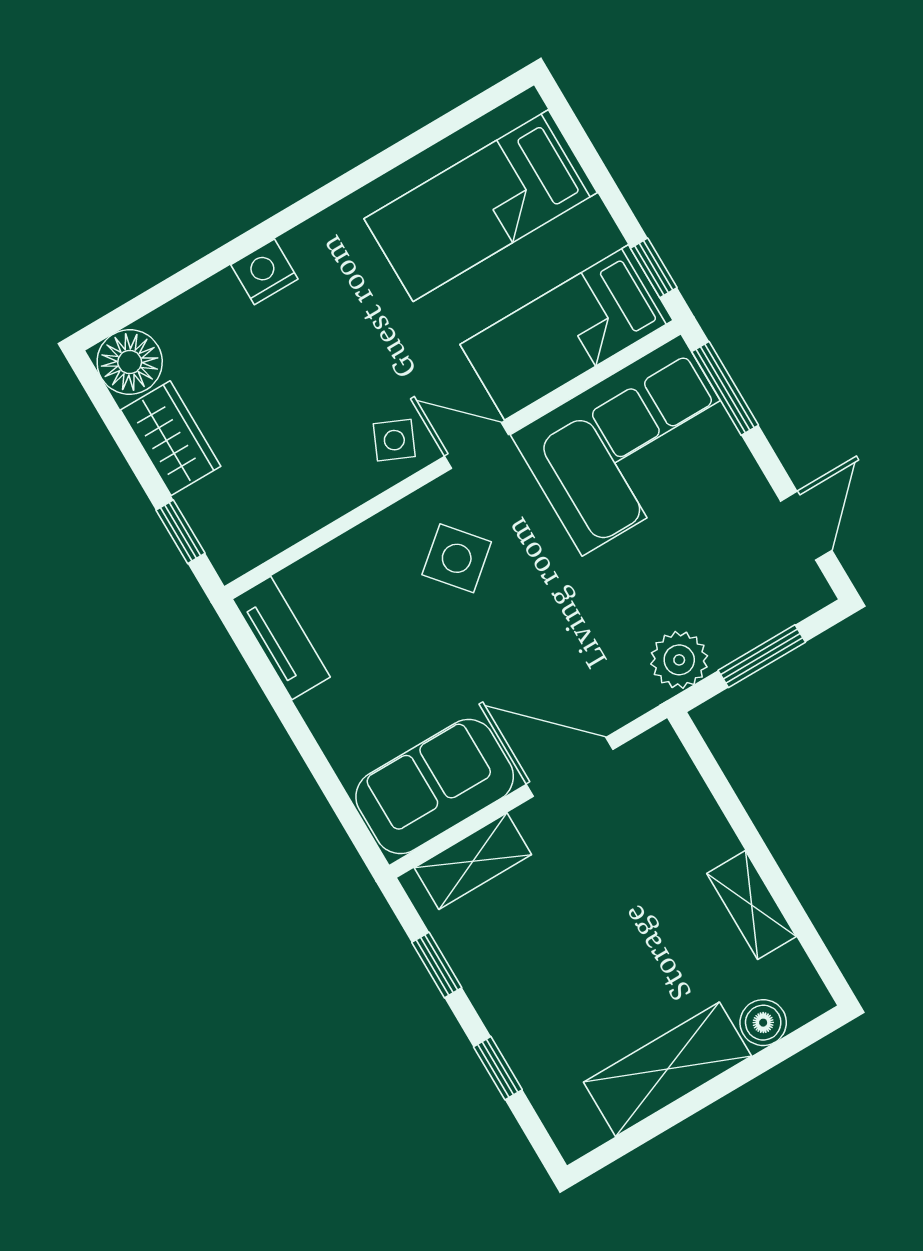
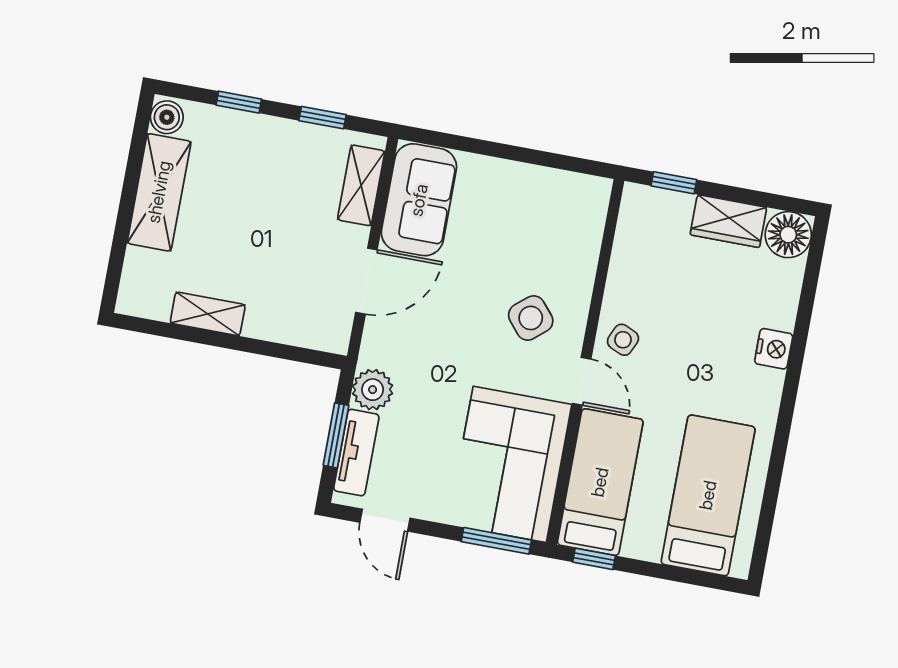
door: (477, 446) -> (582, 381), hinge flipped
tv unit: (281, 638) -> (356, 453), moved, turned -90
boiler: (763, 1023) -> (167, 117), moved

